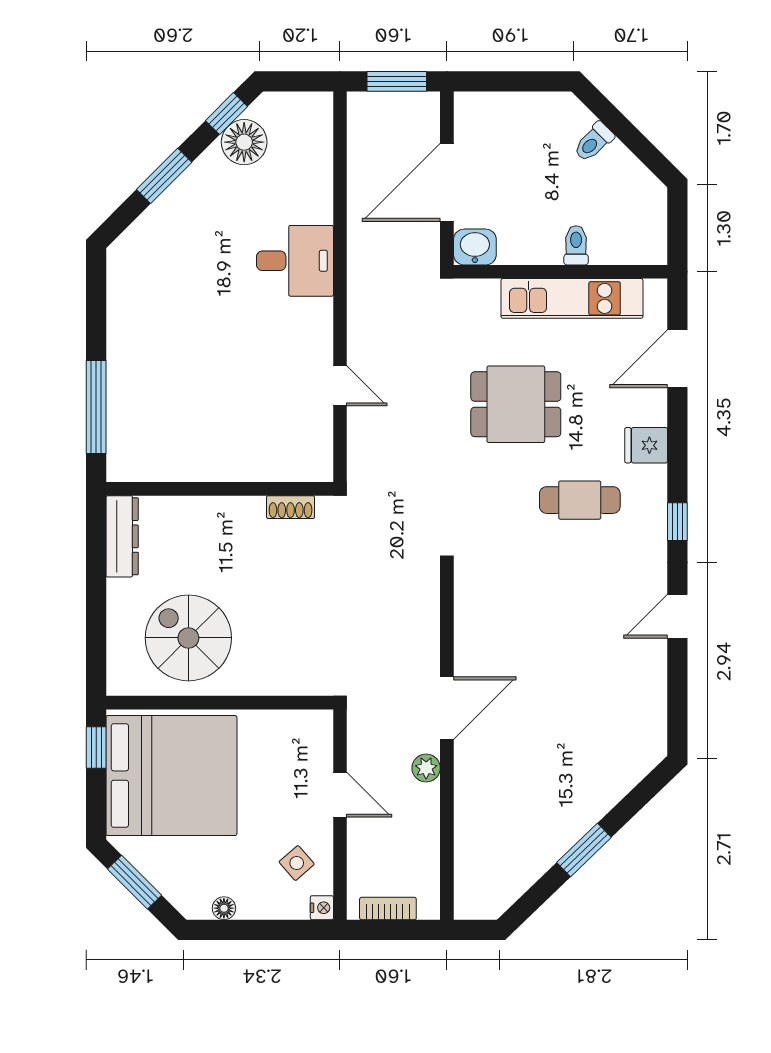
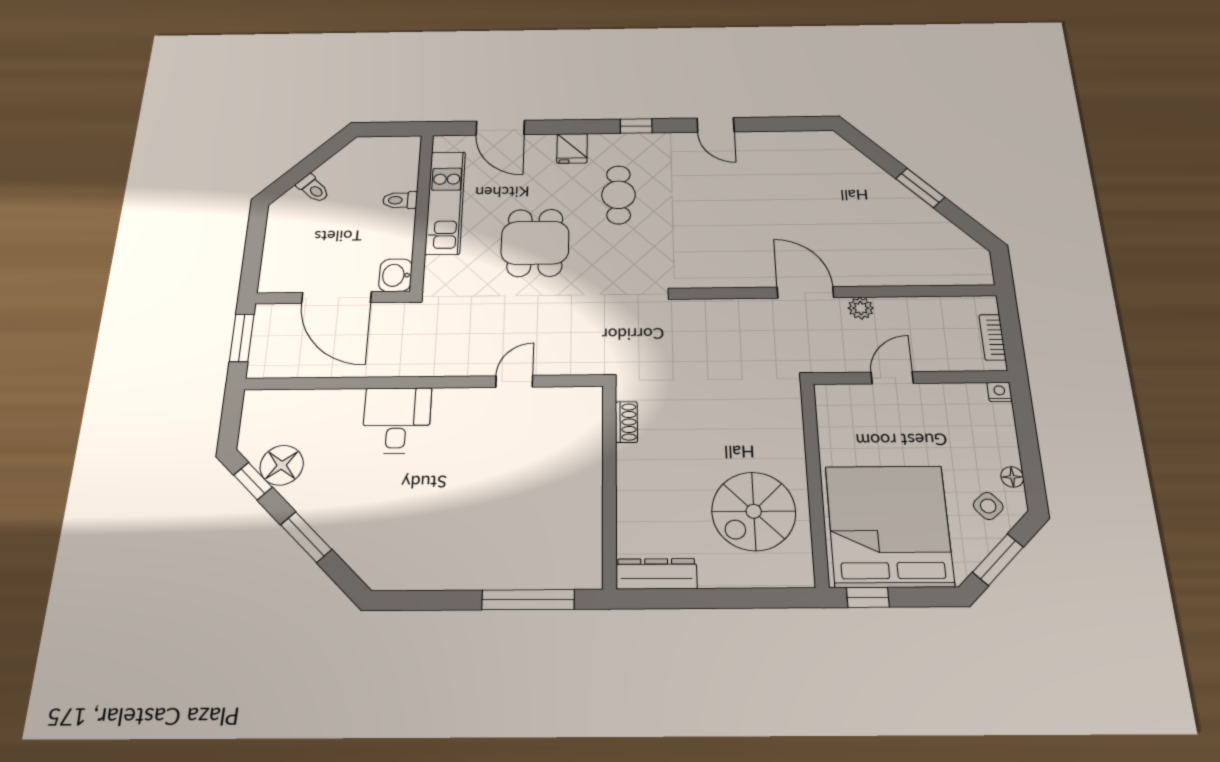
side table: (297, 863) -> (988, 506), moved

